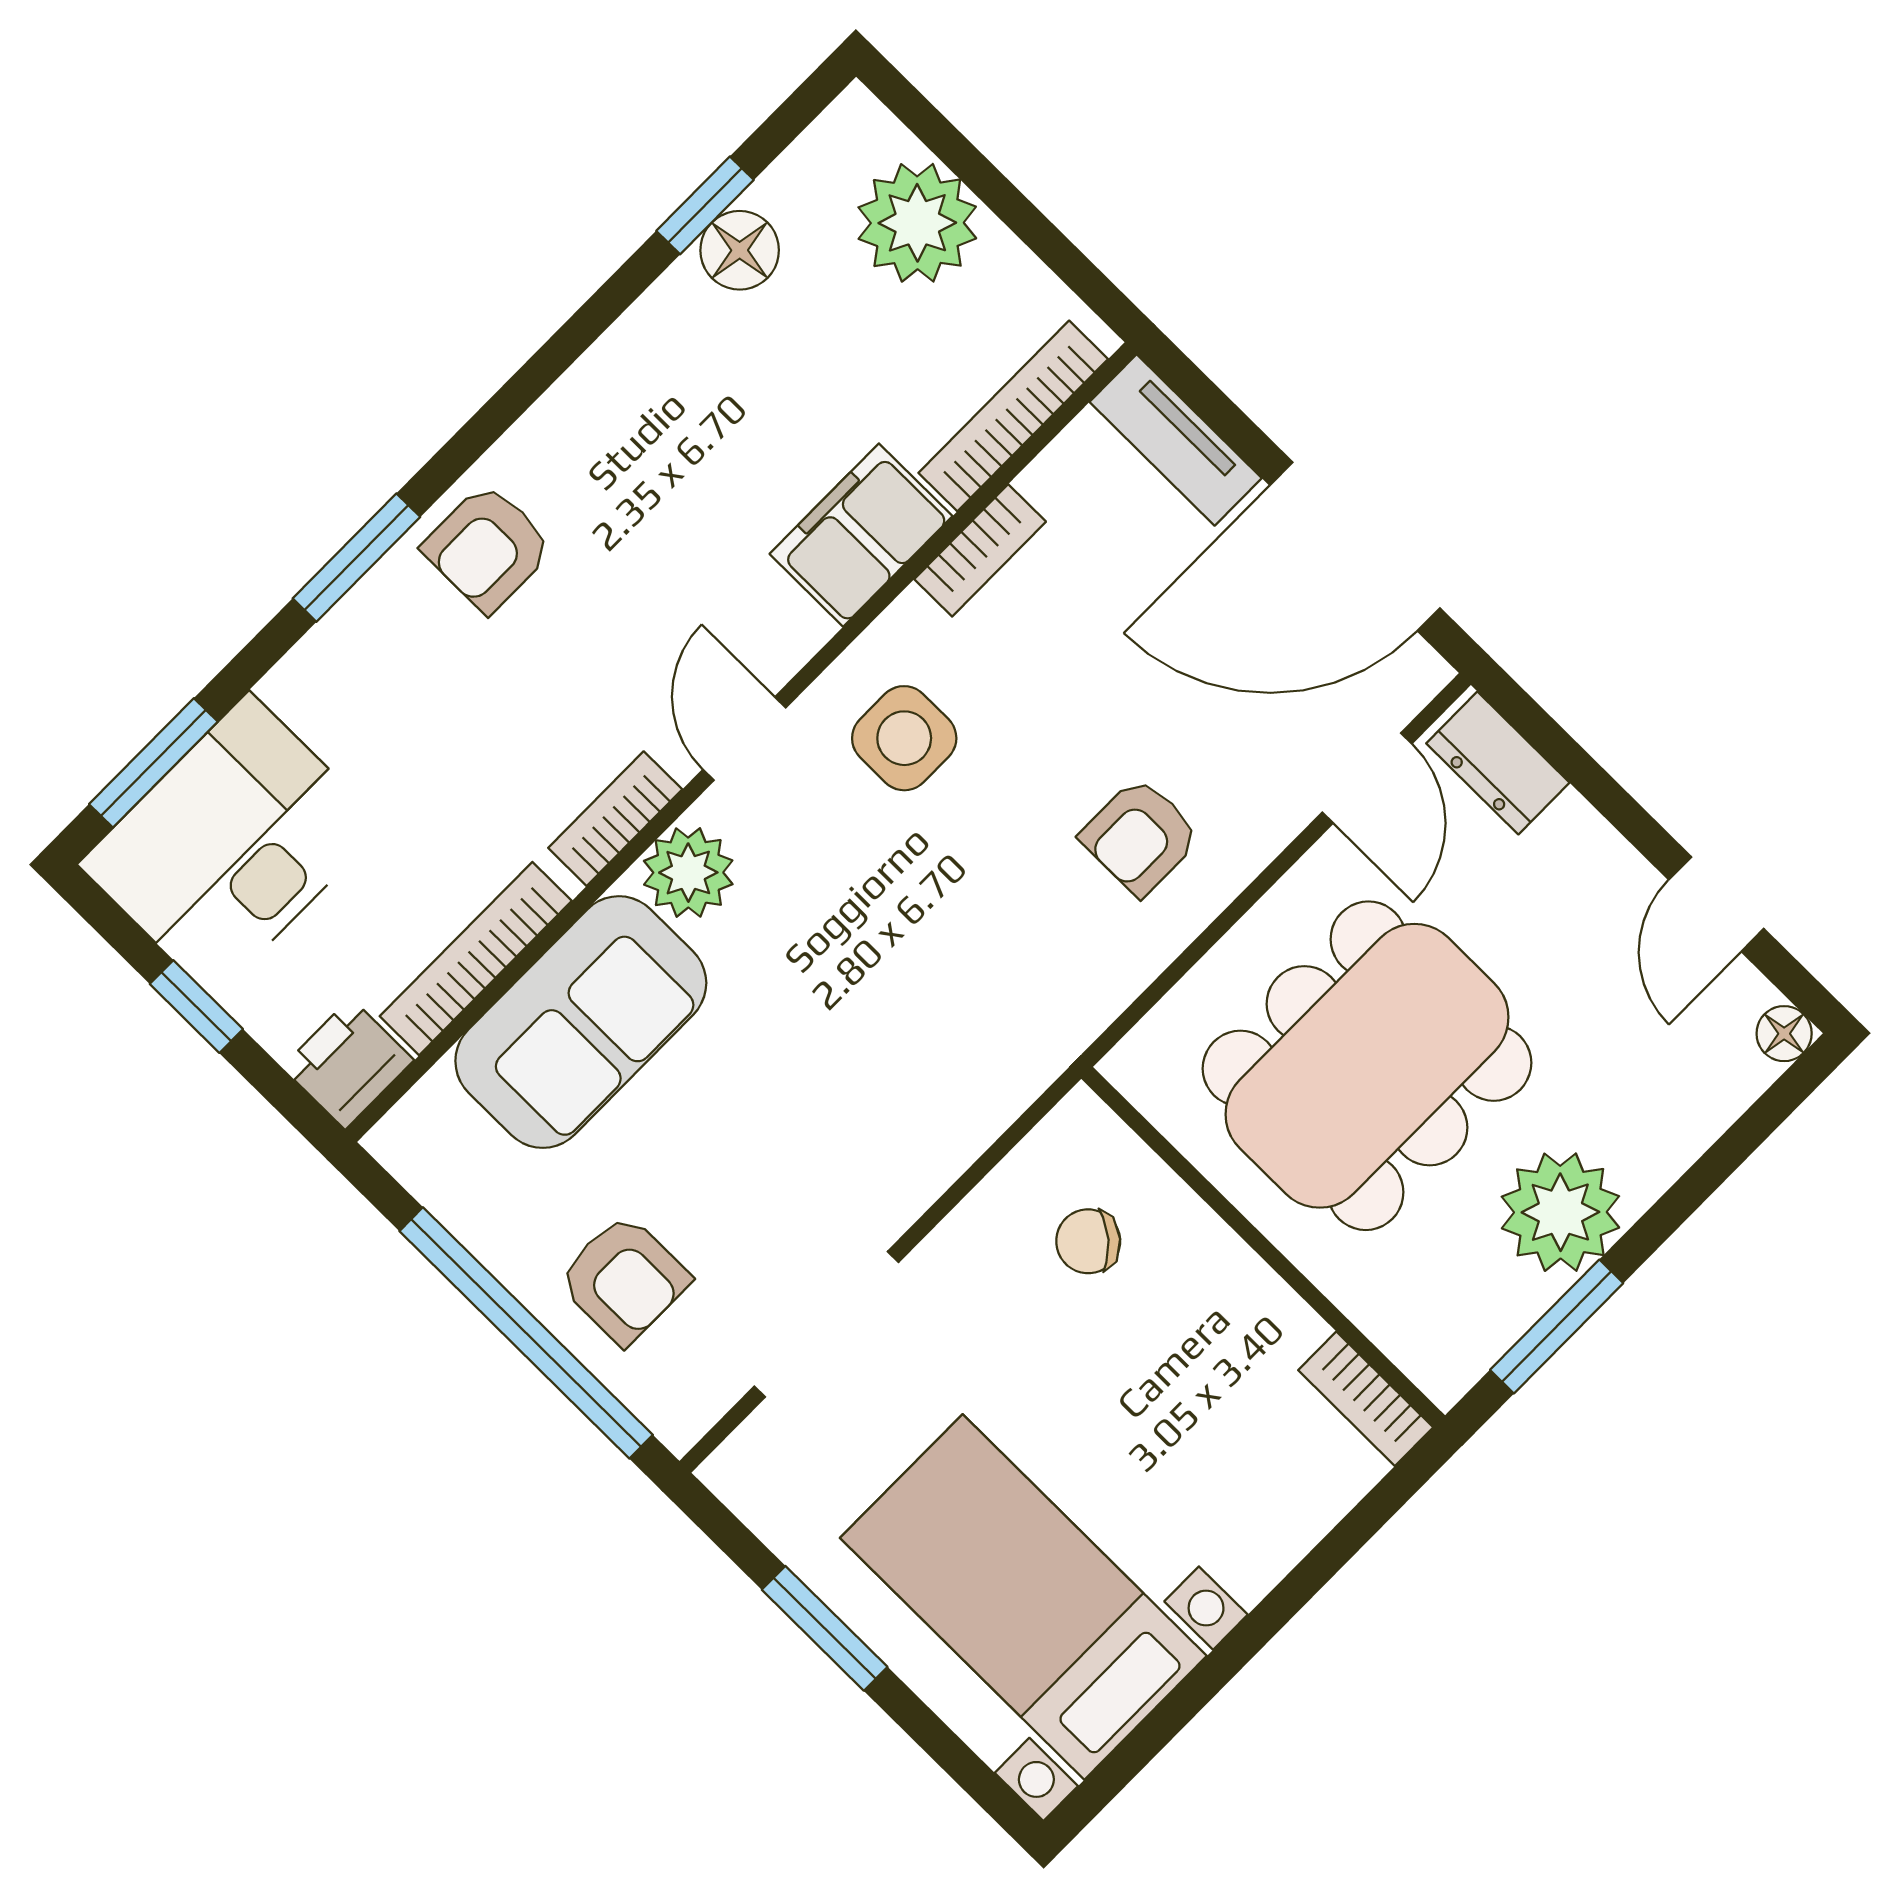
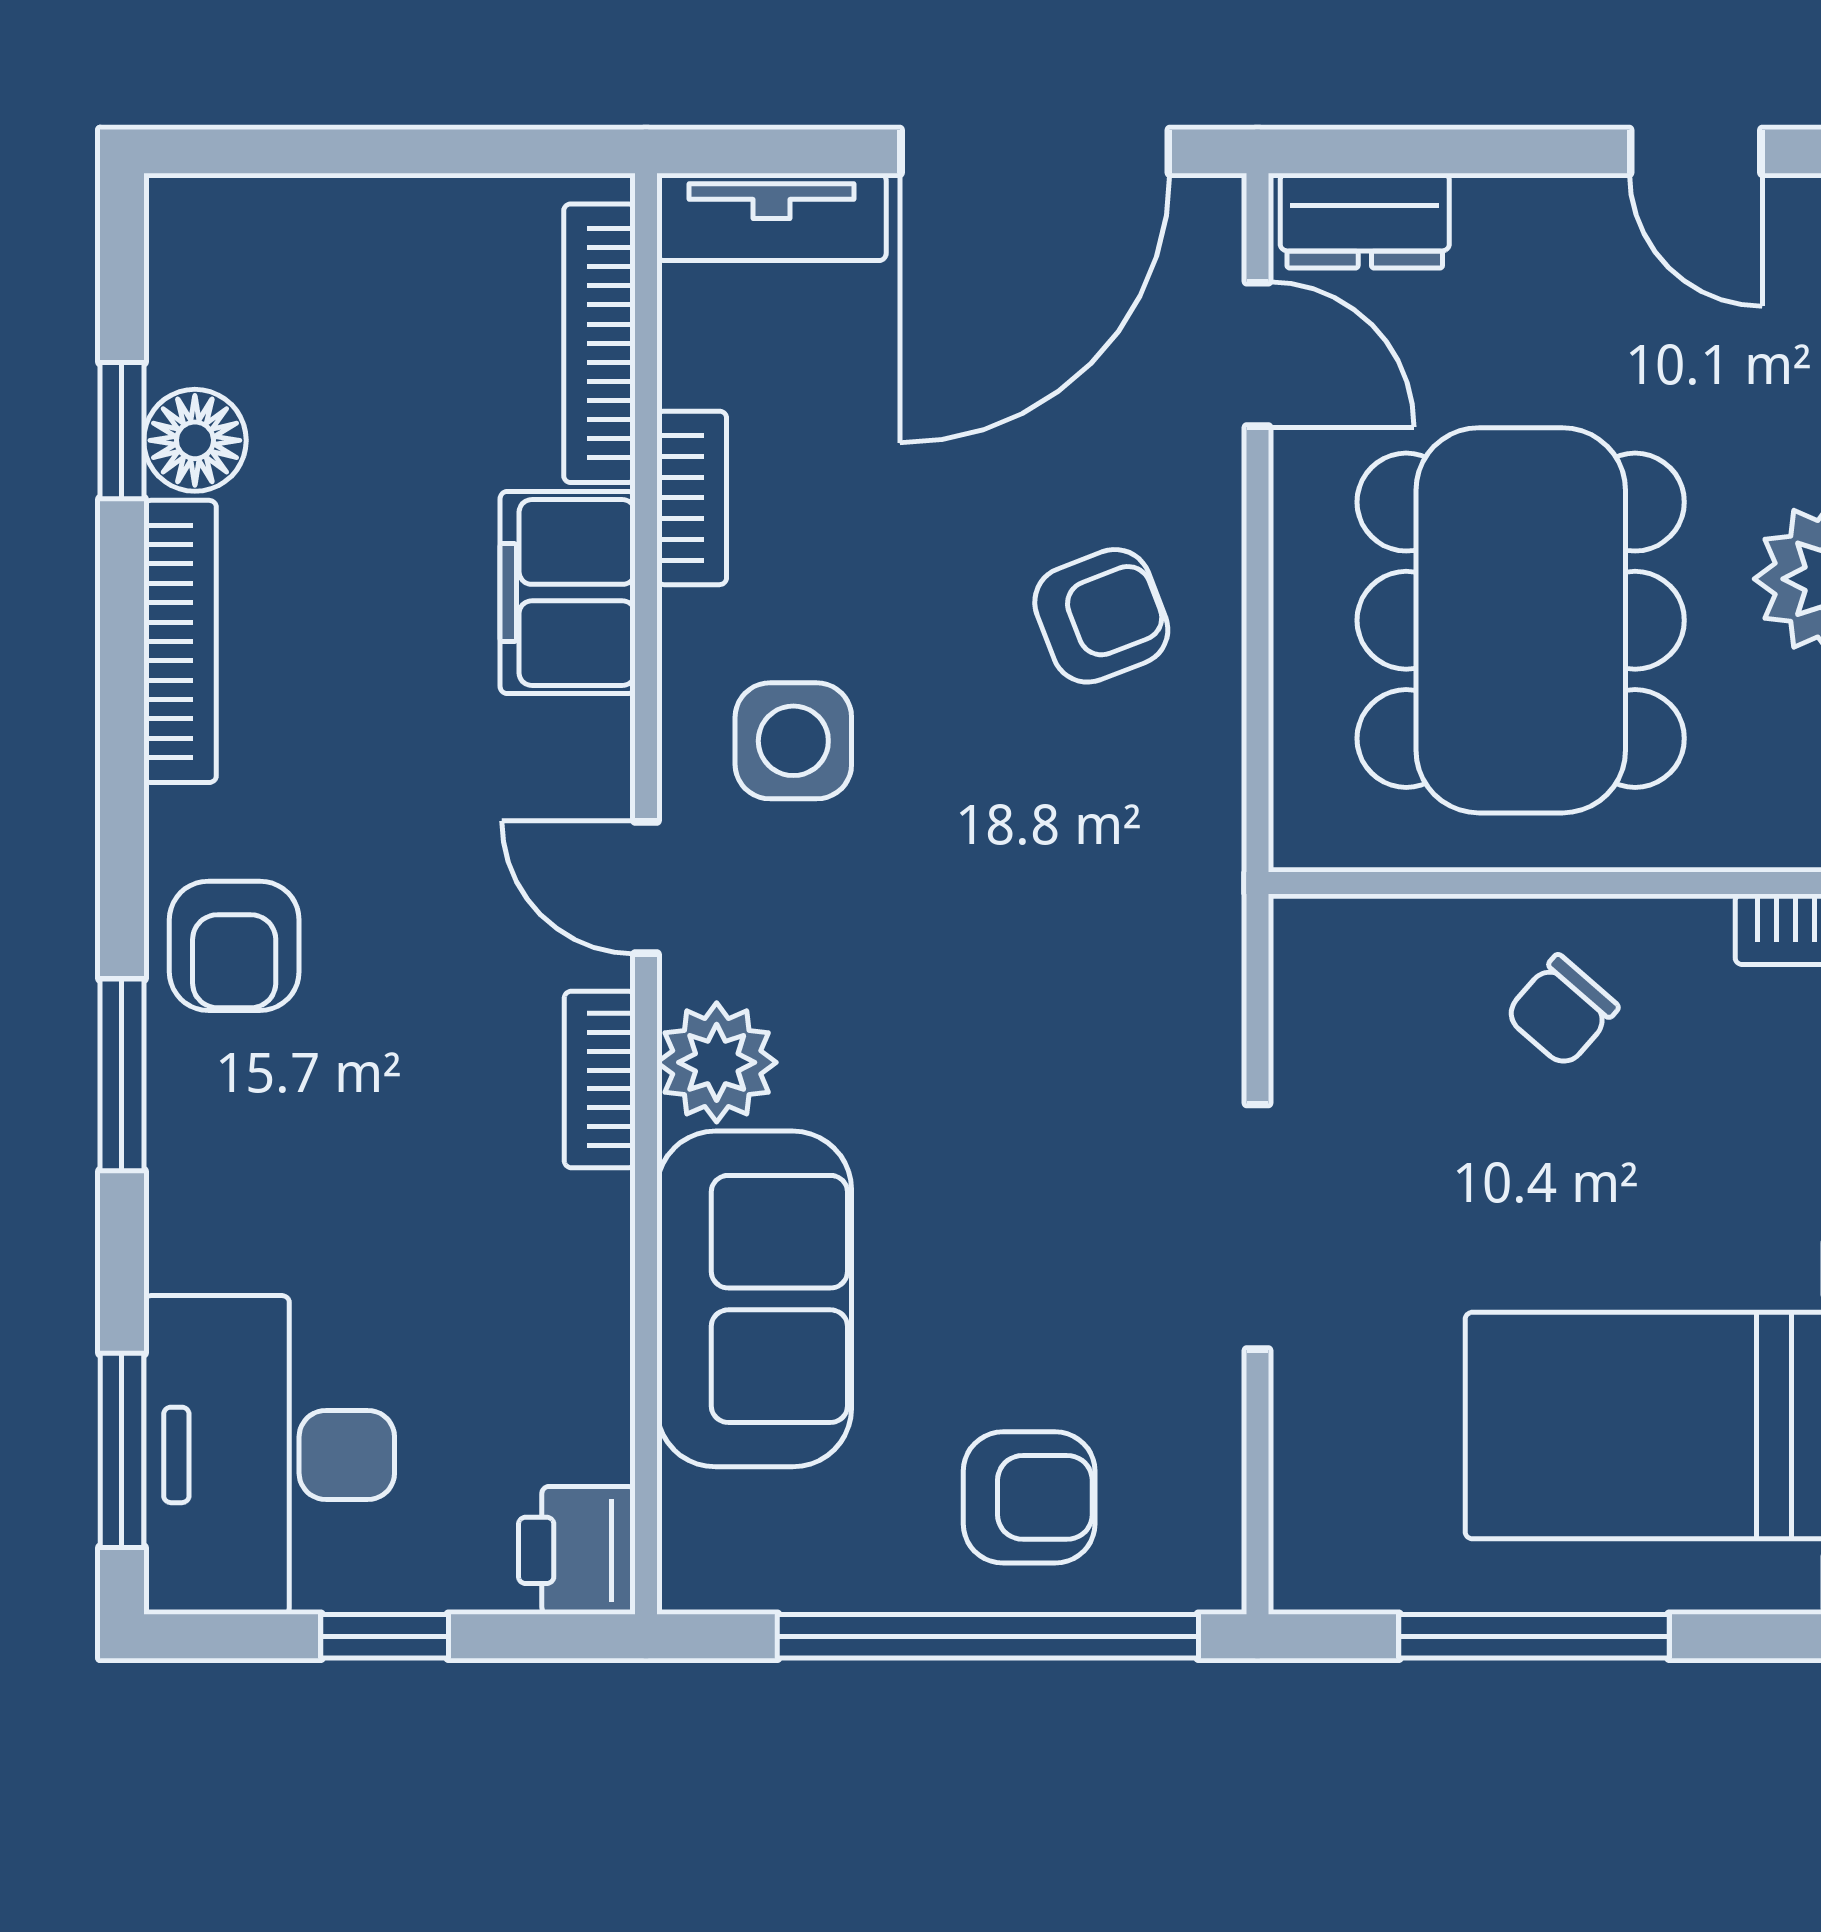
plant: (917, 223) -> (334, 253), removed
armchair: (1140, 836) -> (1101, 616), turned -111
bookcase: (476, 959) -> (180, 641), moved, turned 180
chair: (1088, 1241) -> (1562, 1011), moved
doorway: (826, 1324) -> (1257, 1227), moved
window: (825, 1628) -> (1534, 1636), width x1.44

